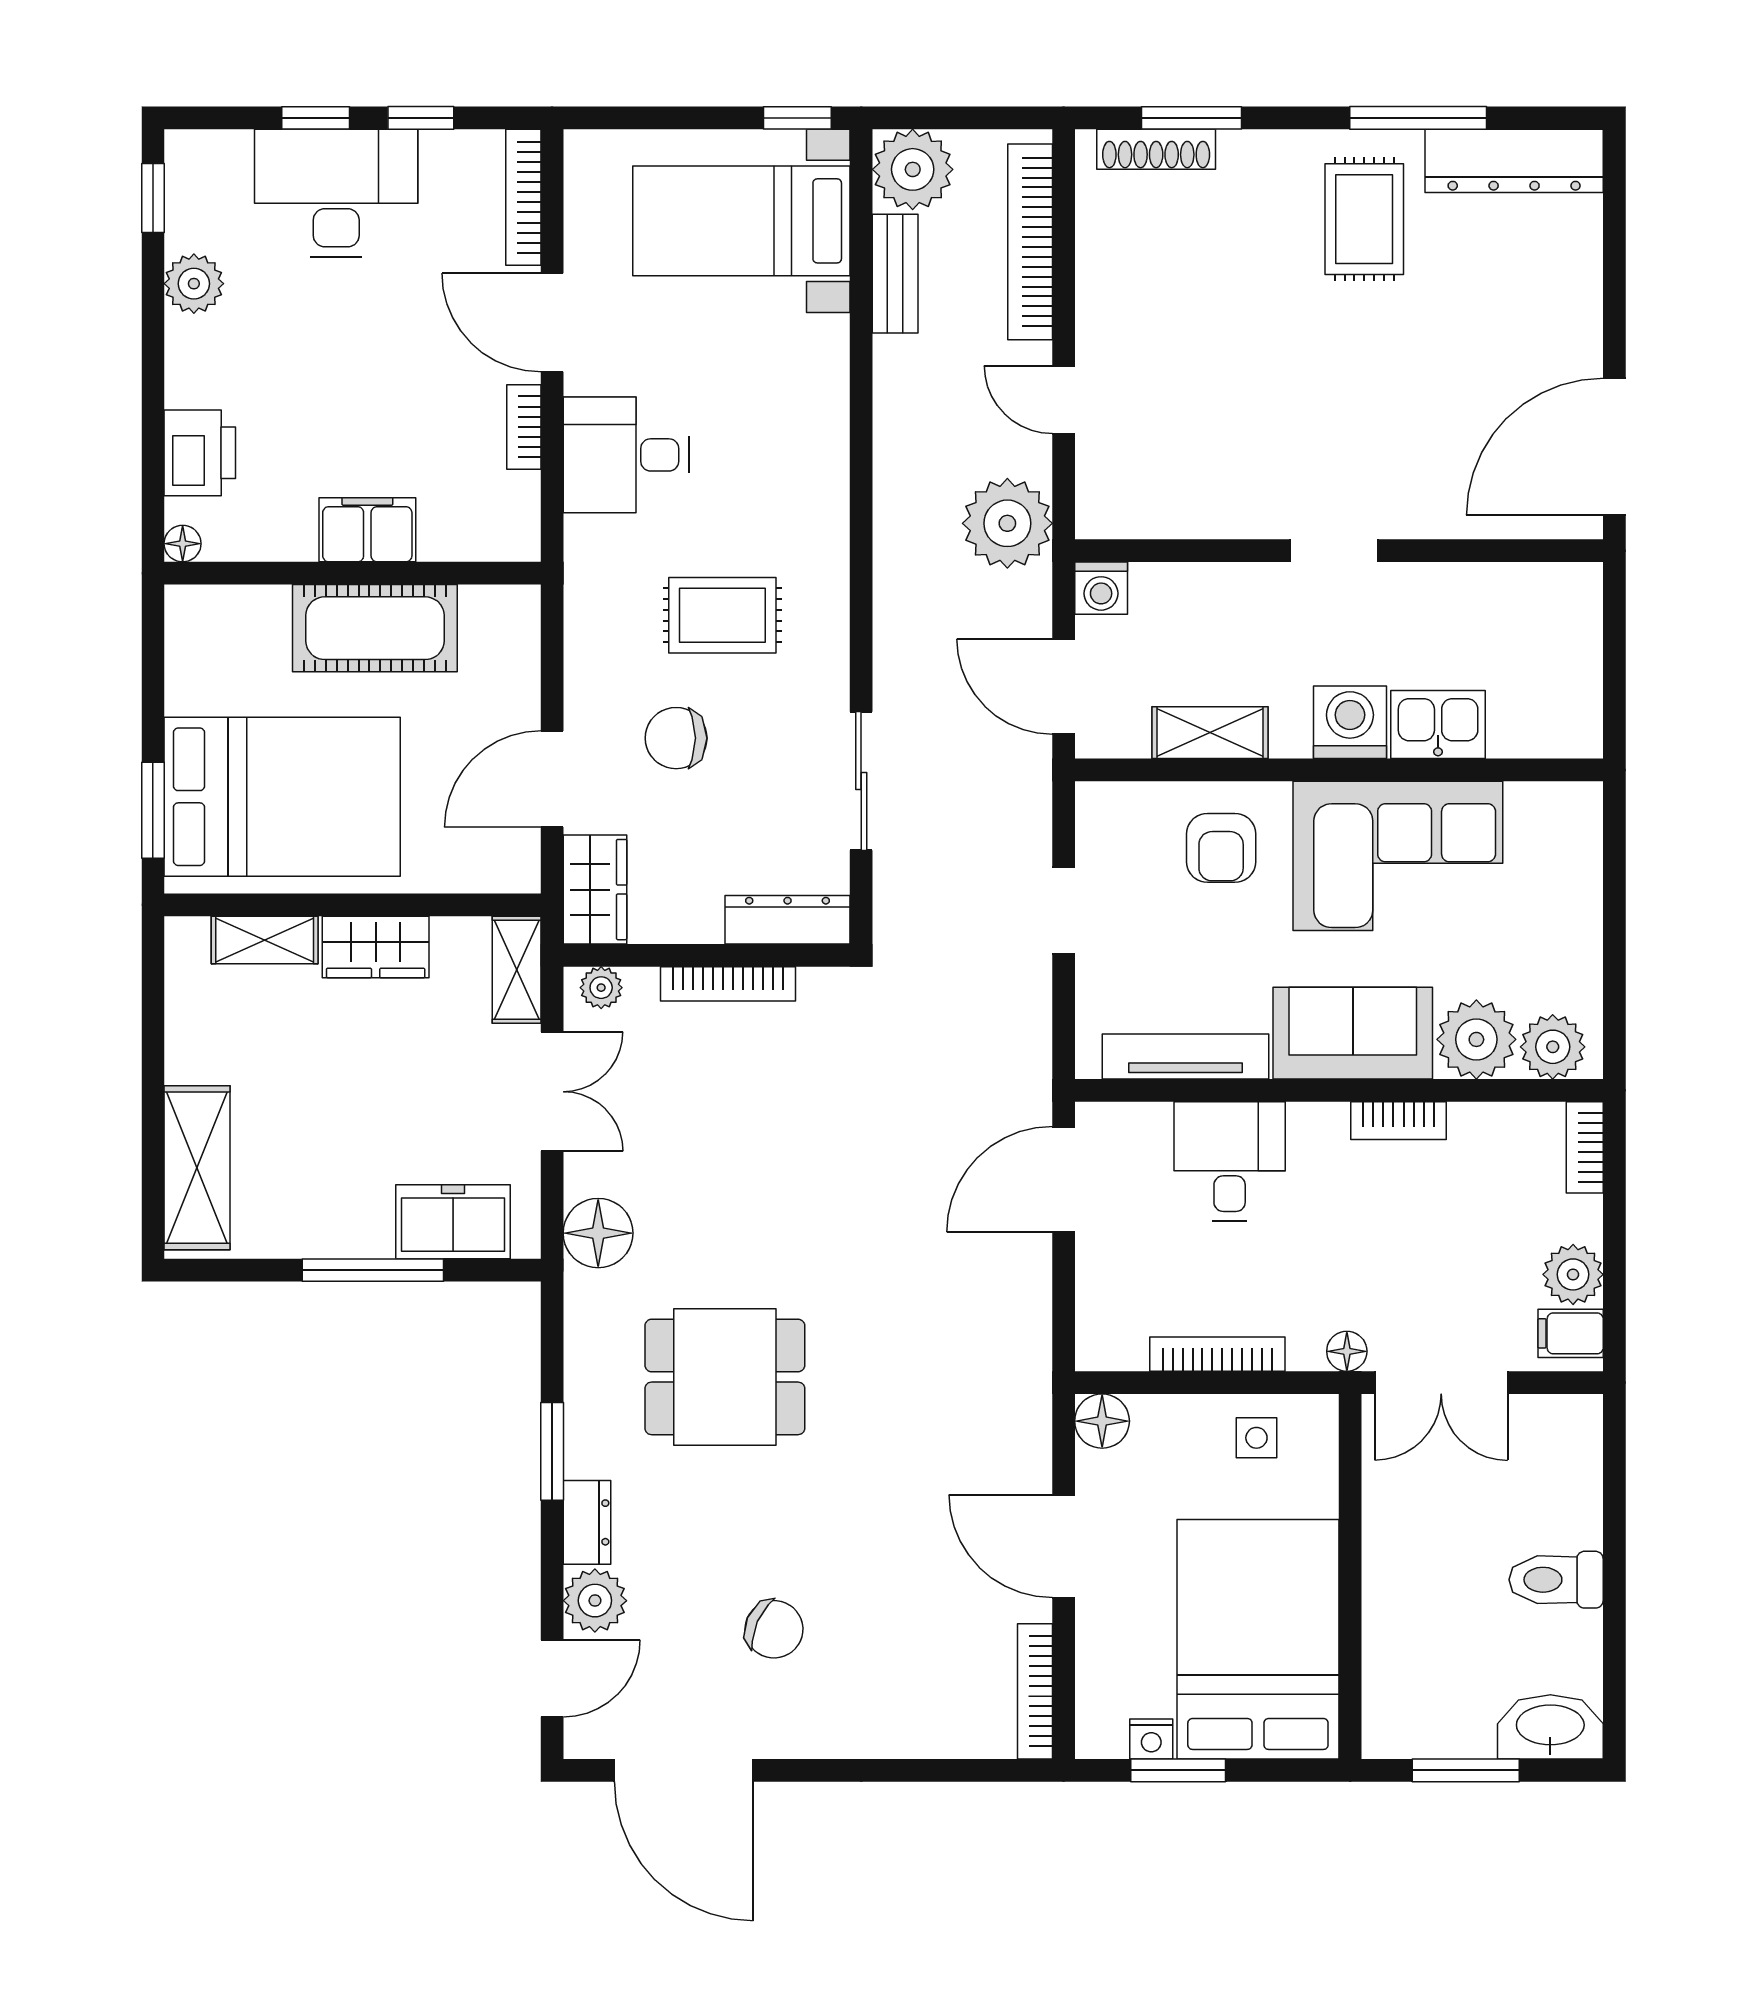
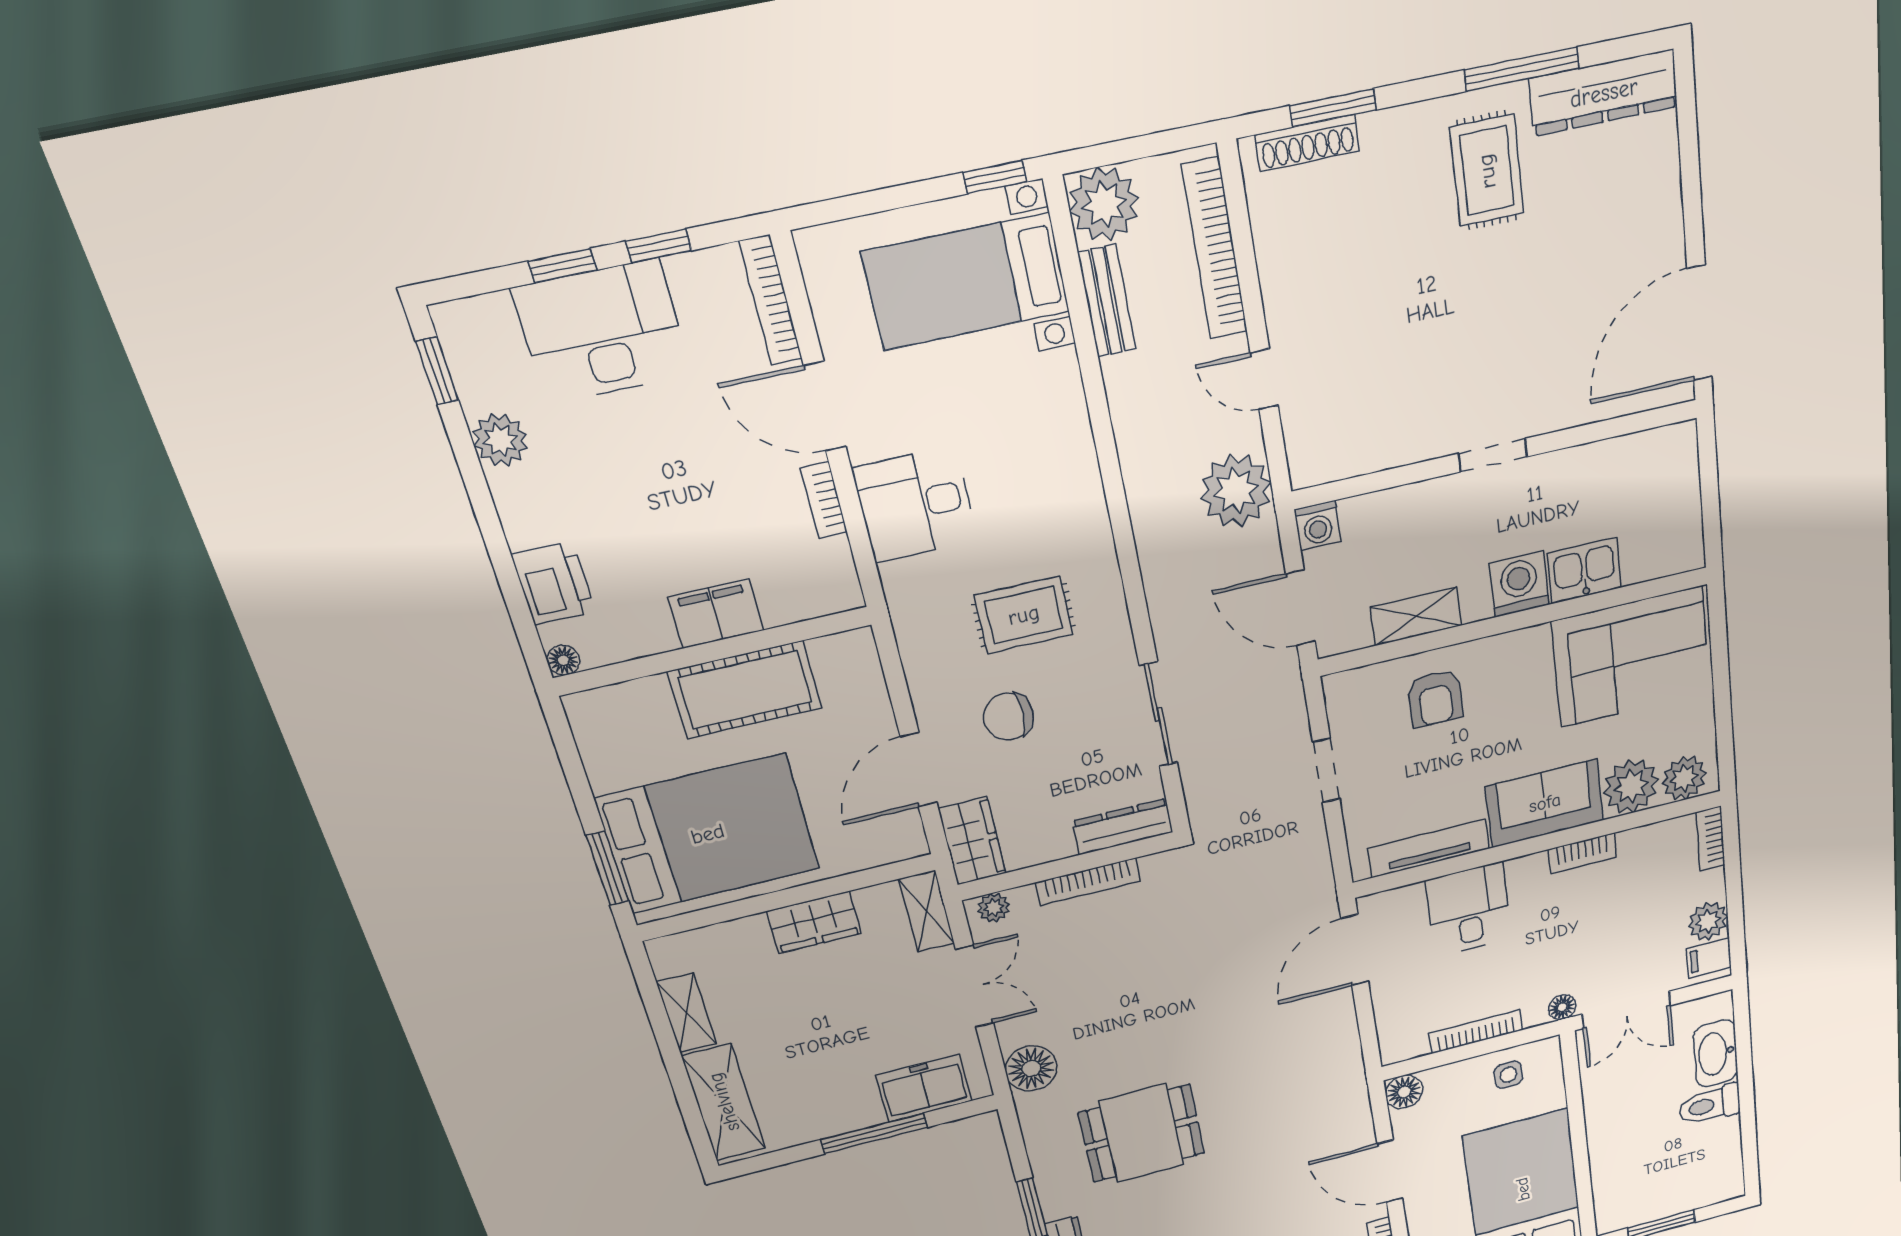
corner sofa: (1398, 856) -> (1631, 657), moved
shelving: (265, 940) -> (686, 1013), moved, turned 90
washbasin: (1550, 1727) -> (1716, 1053), moved, turned -90

